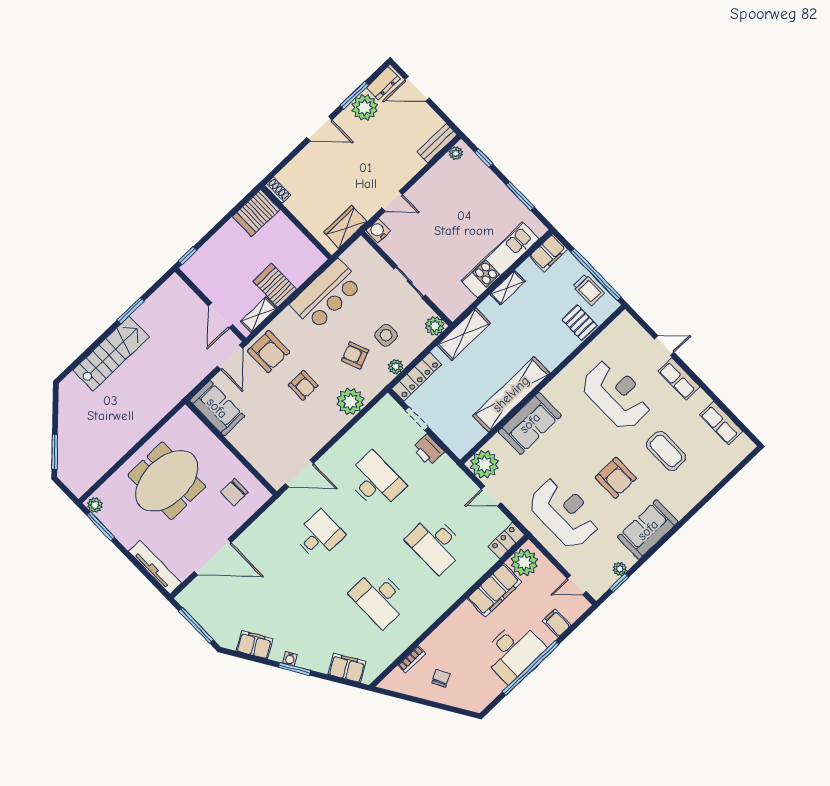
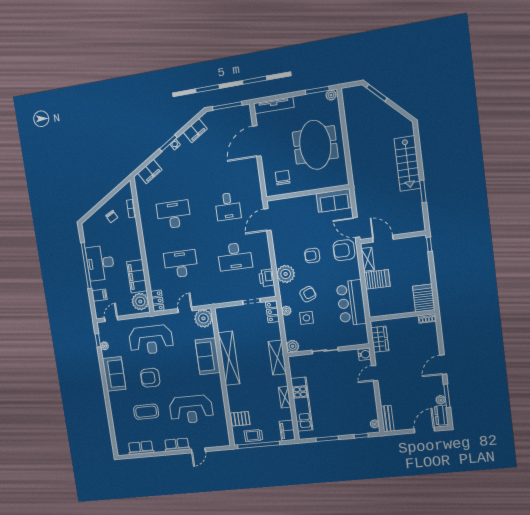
plant: (365, 108) -> (441, 400), width x0.53, depth x0.53
locker: (417, 377) -> (272, 312), width x0.66
printer: (428, 450) -> (267, 278), moved, turned -90

